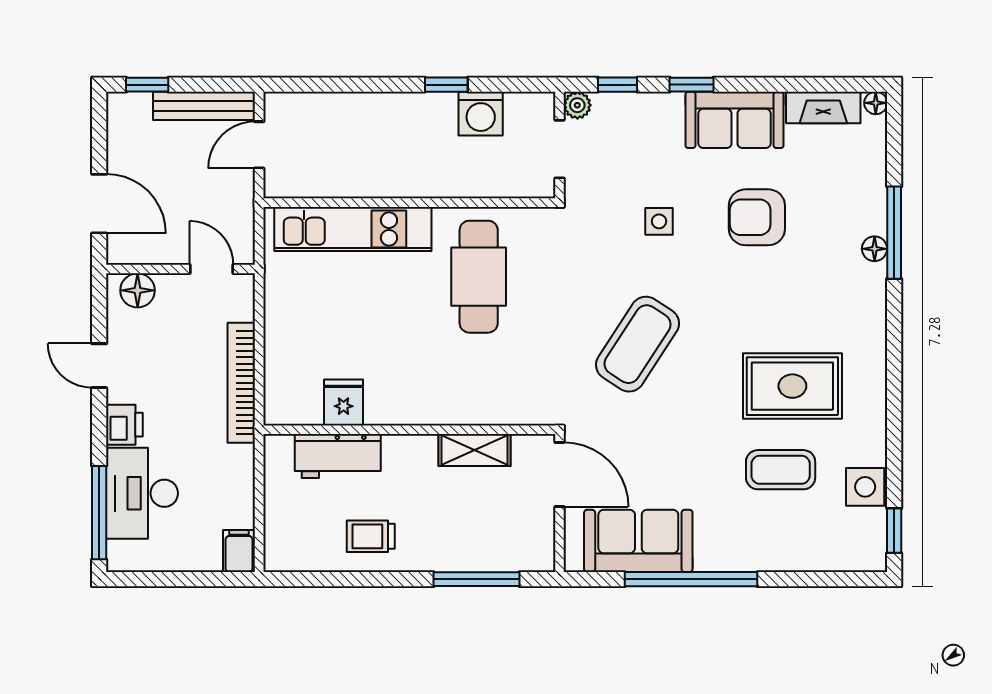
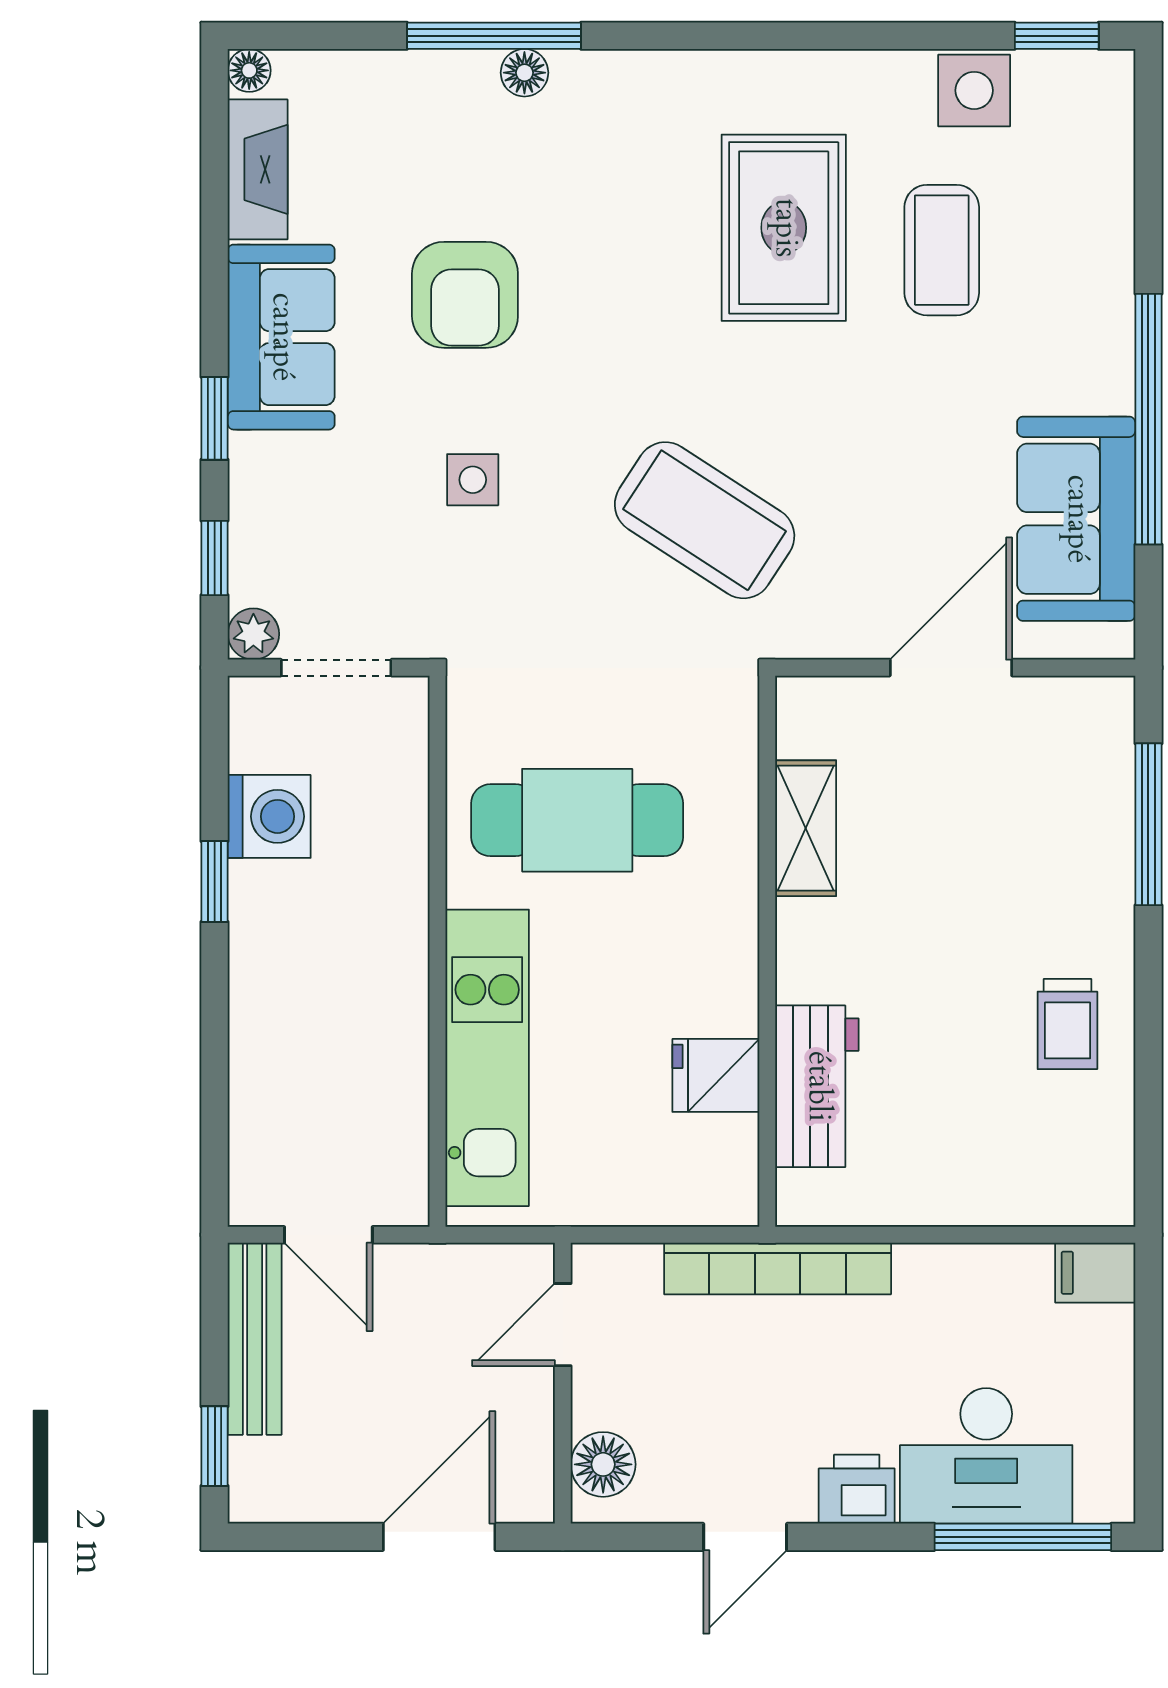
fridge: (344, 402) -> (716, 1075), moved
wall: (409, 430) -> (767, 951), moved
shelving: (474, 450) -> (806, 828), moved
workbench: (338, 456) -> (817, 1086), moved

